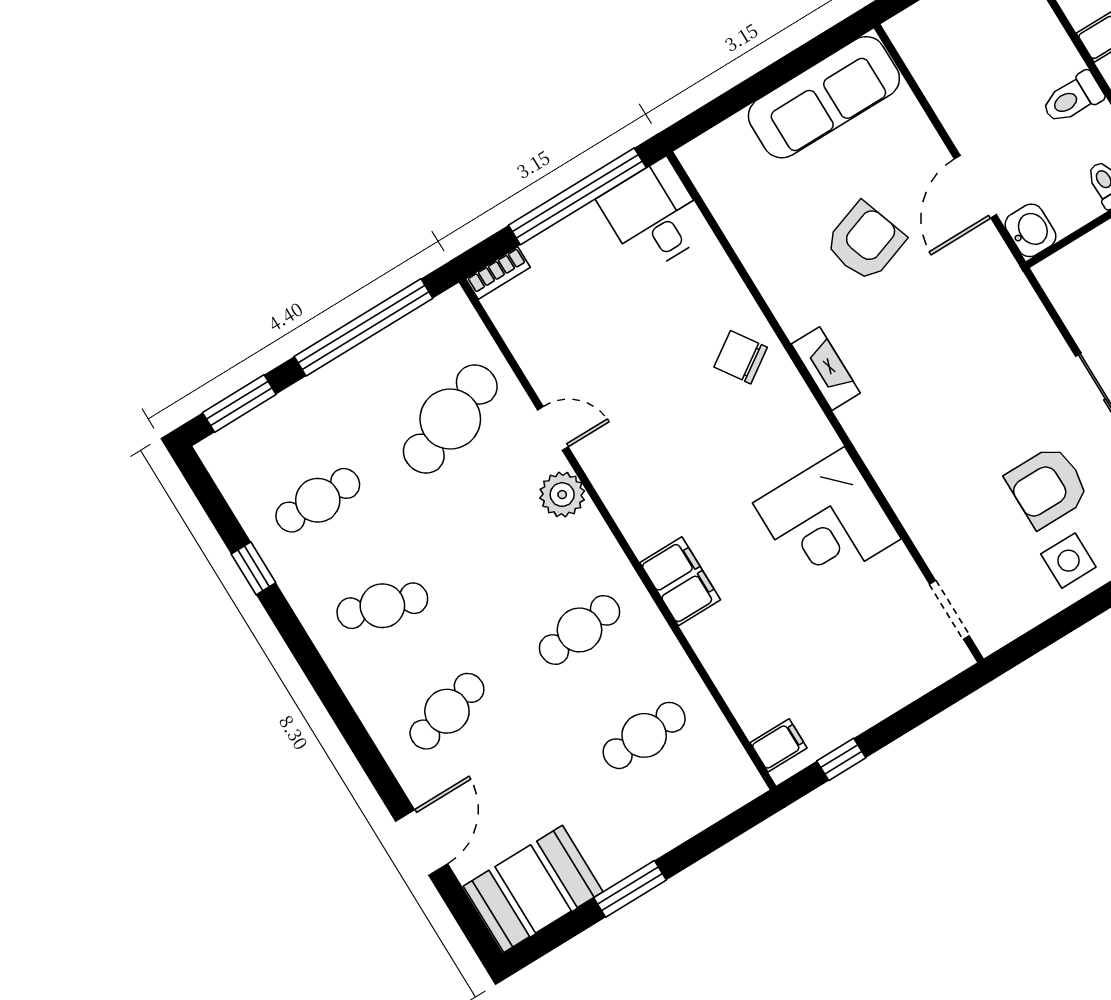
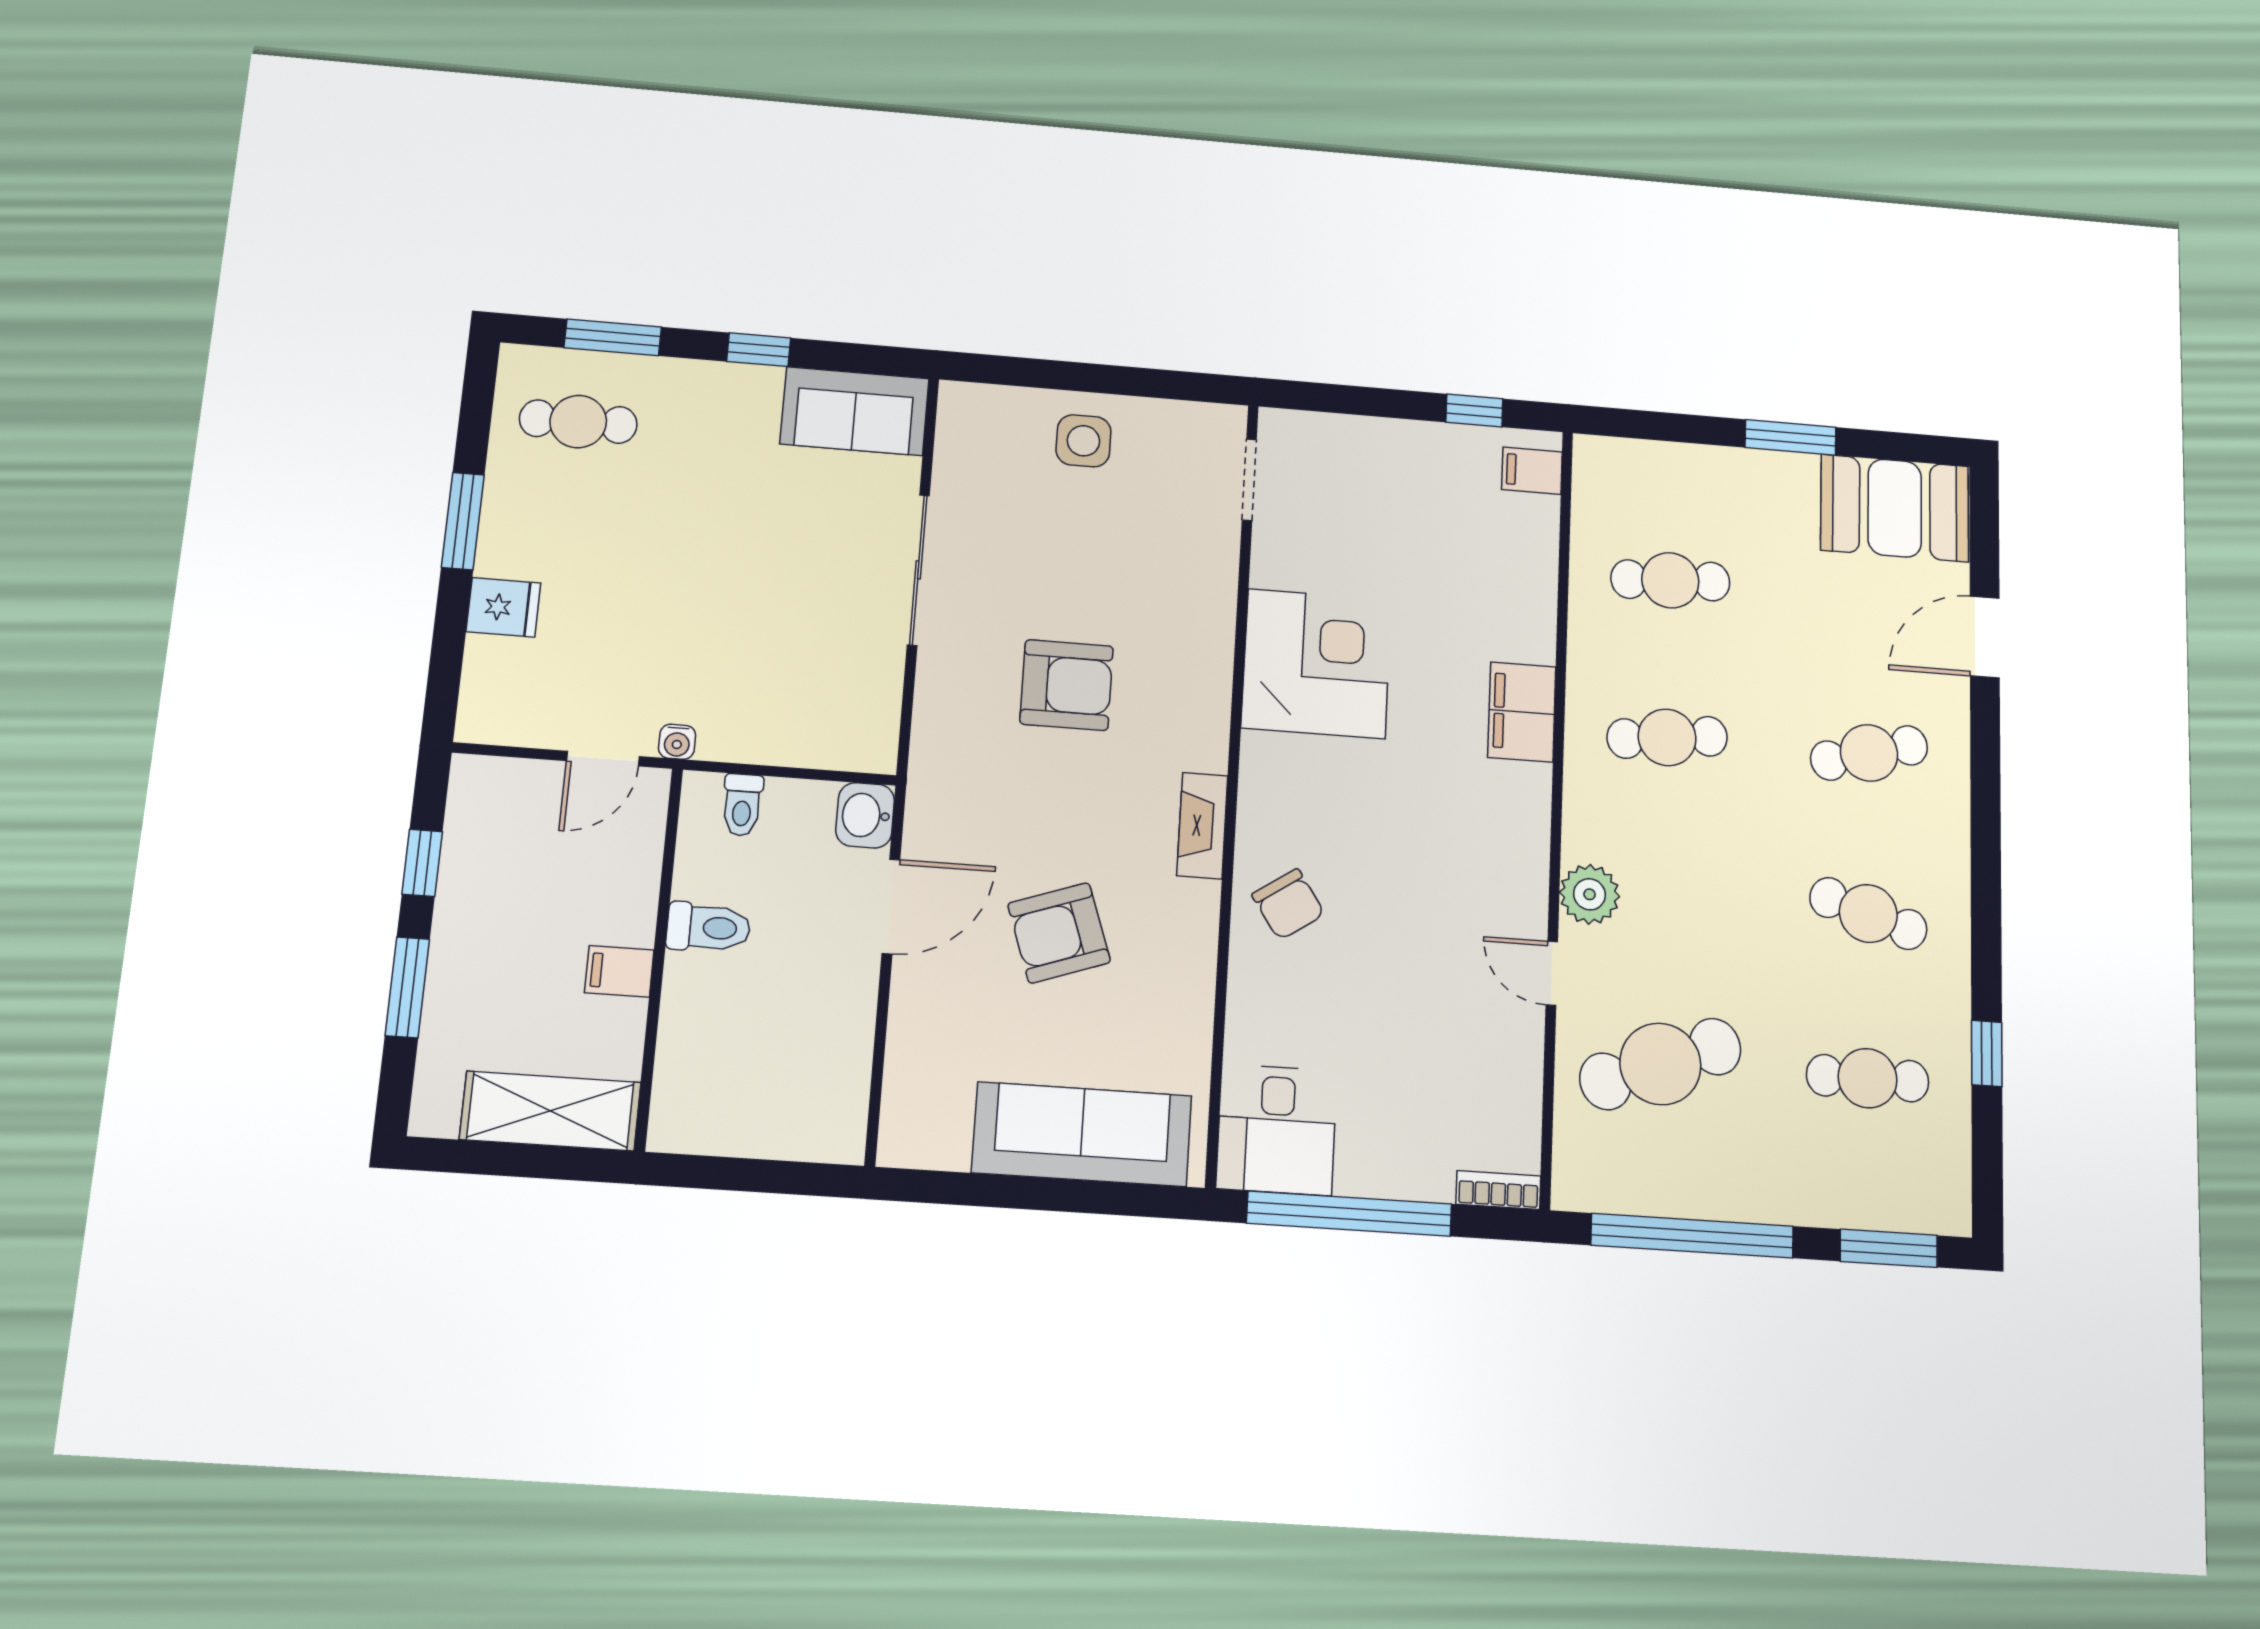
sofa: (824, 97) -> (1082, 1134), moved
armchair: (1047, 487) -> (1067, 685), moved

